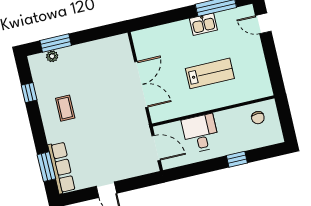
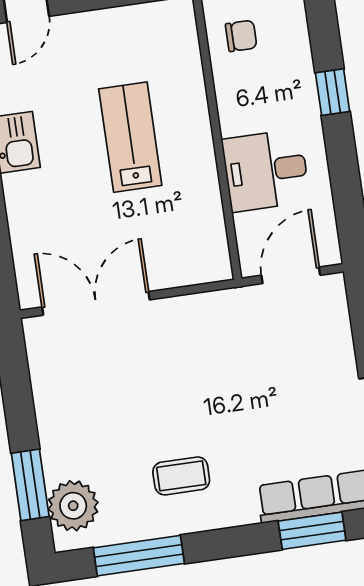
plant: (52, 56) -> (73, 506), width x1.87, depth x1.87
double door: (141, 85) -> (96, 303), moved
window: (29, 93) -> (139, 556), width x2.17

